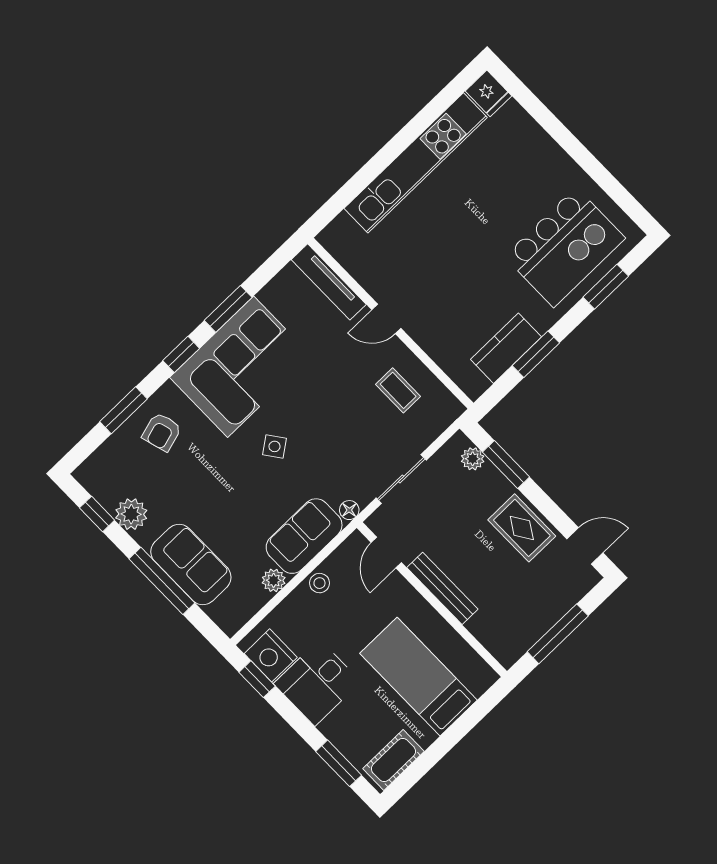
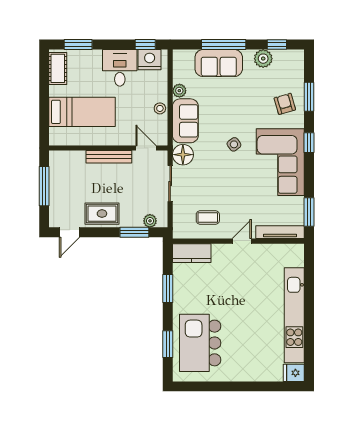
window: (228, 309) -> (309, 212), moved
kitchen counter: (506, 348) -> (192, 253), moved, turned 90
floor lamp: (349, 510) -> (183, 155), width x1.89, depth x1.89

